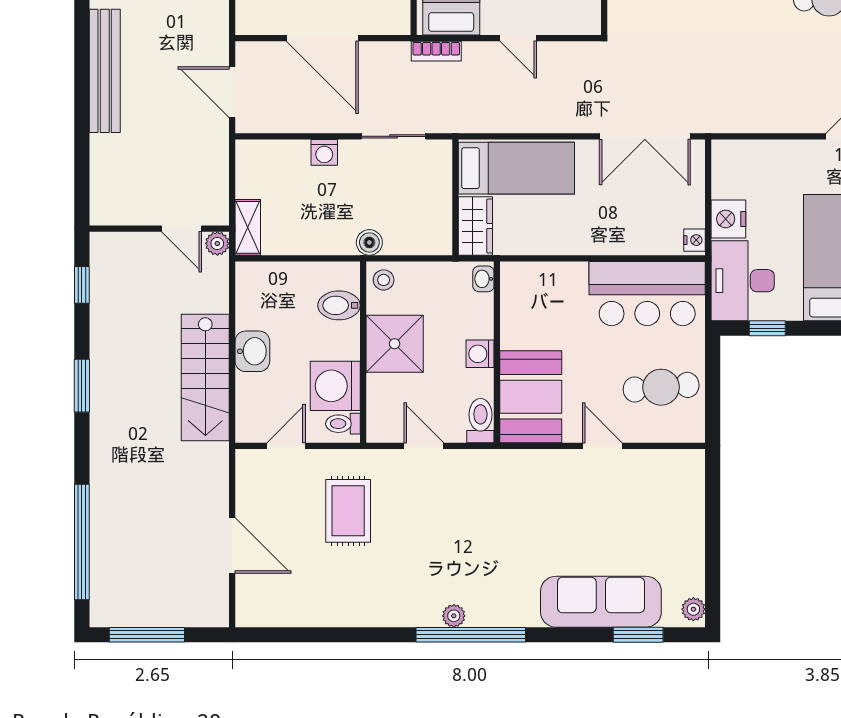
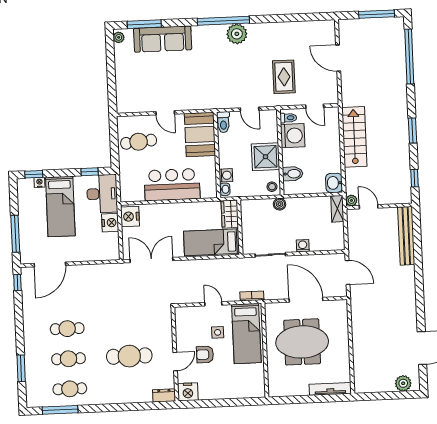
bench: (105, 71) -> (406, 236), moved
nightstand: (695, 240) -> (130, 217), width x1.89, depth x1.79
bar counter: (647, 294) -> (172, 185), moved
washbasin: (252, 351) -> (334, 183), moved
washing machine: (480, 354) -> (226, 175), moved
door: (286, 446) -> (315, 106), hinge flipped
plant: (454, 616) -> (237, 34), width x1.88, depth x1.88
window: (638, 635) -> (144, 24), width x1.44

